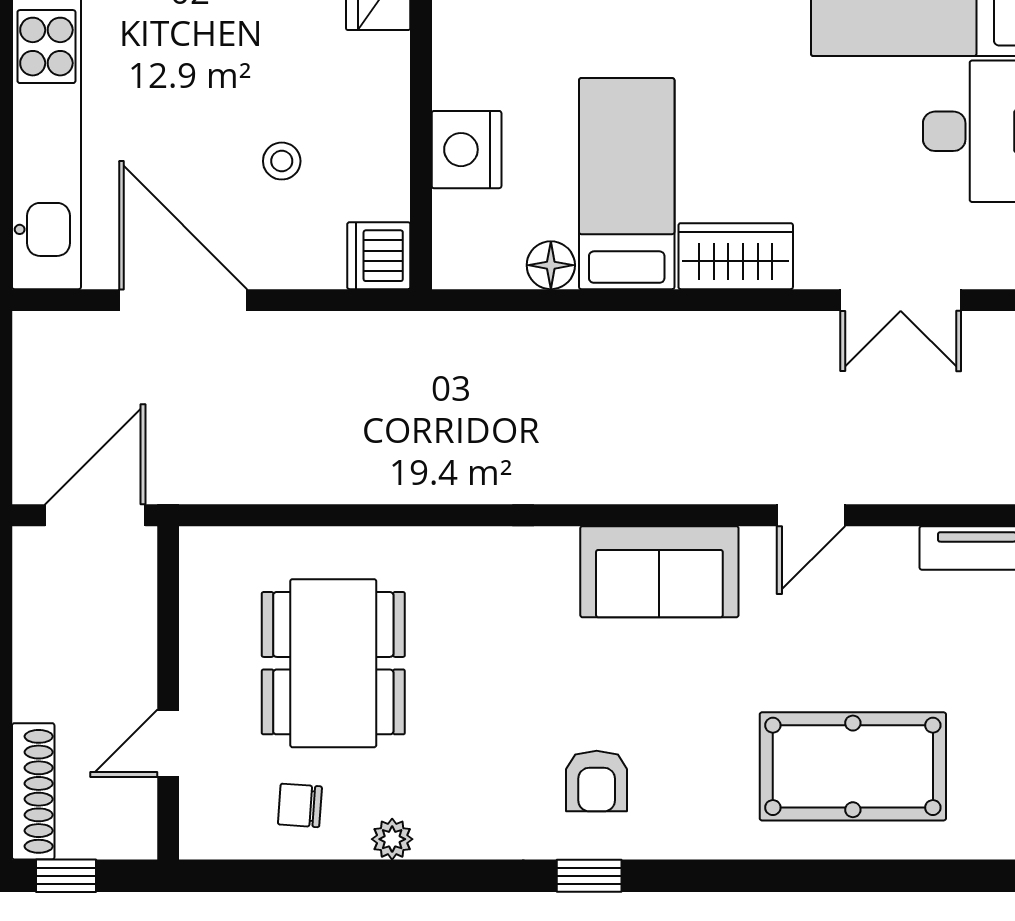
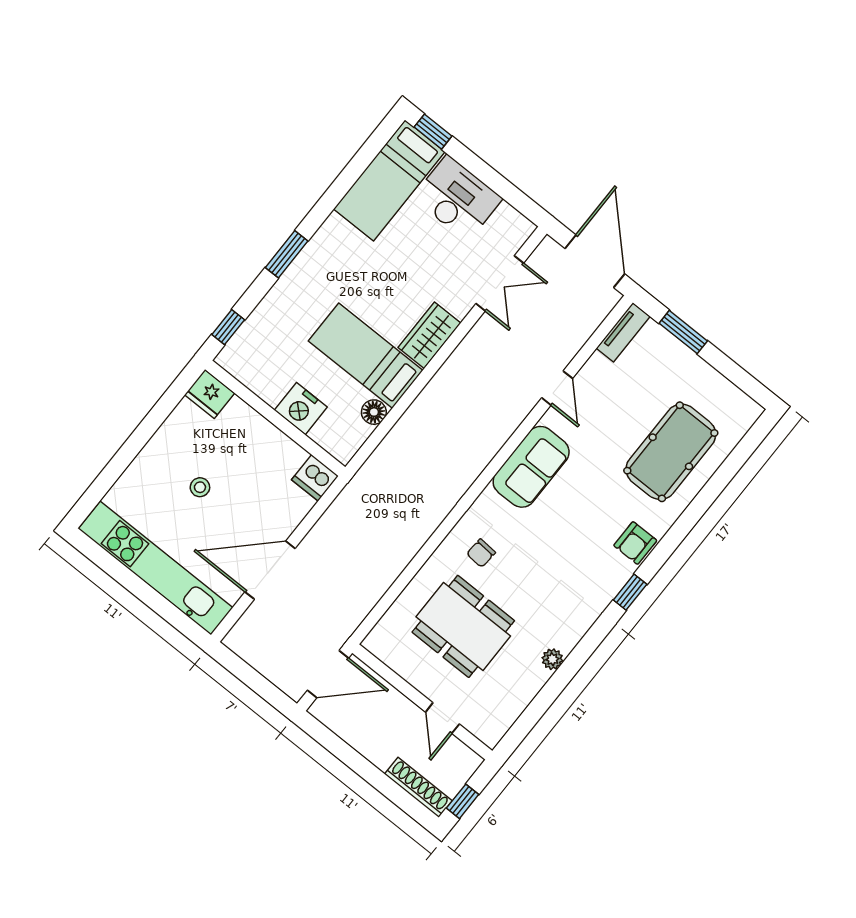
stool: (282, 161) -> (200, 487), moved
door: (95, 515) -> (328, 674), swing flipped
armchair: (597, 781) -> (635, 543), moved, turned 90
chair: (300, 805) -> (481, 553), moved

